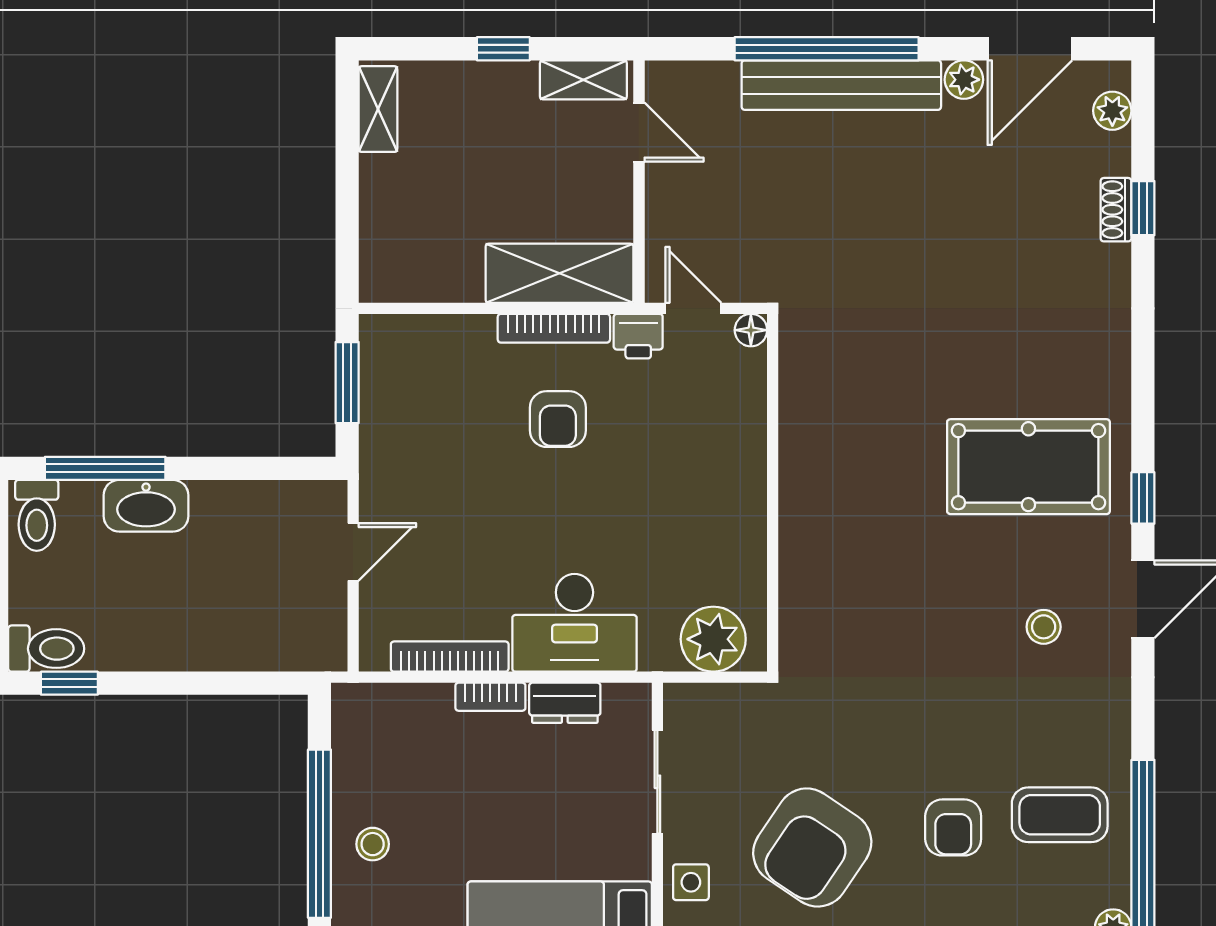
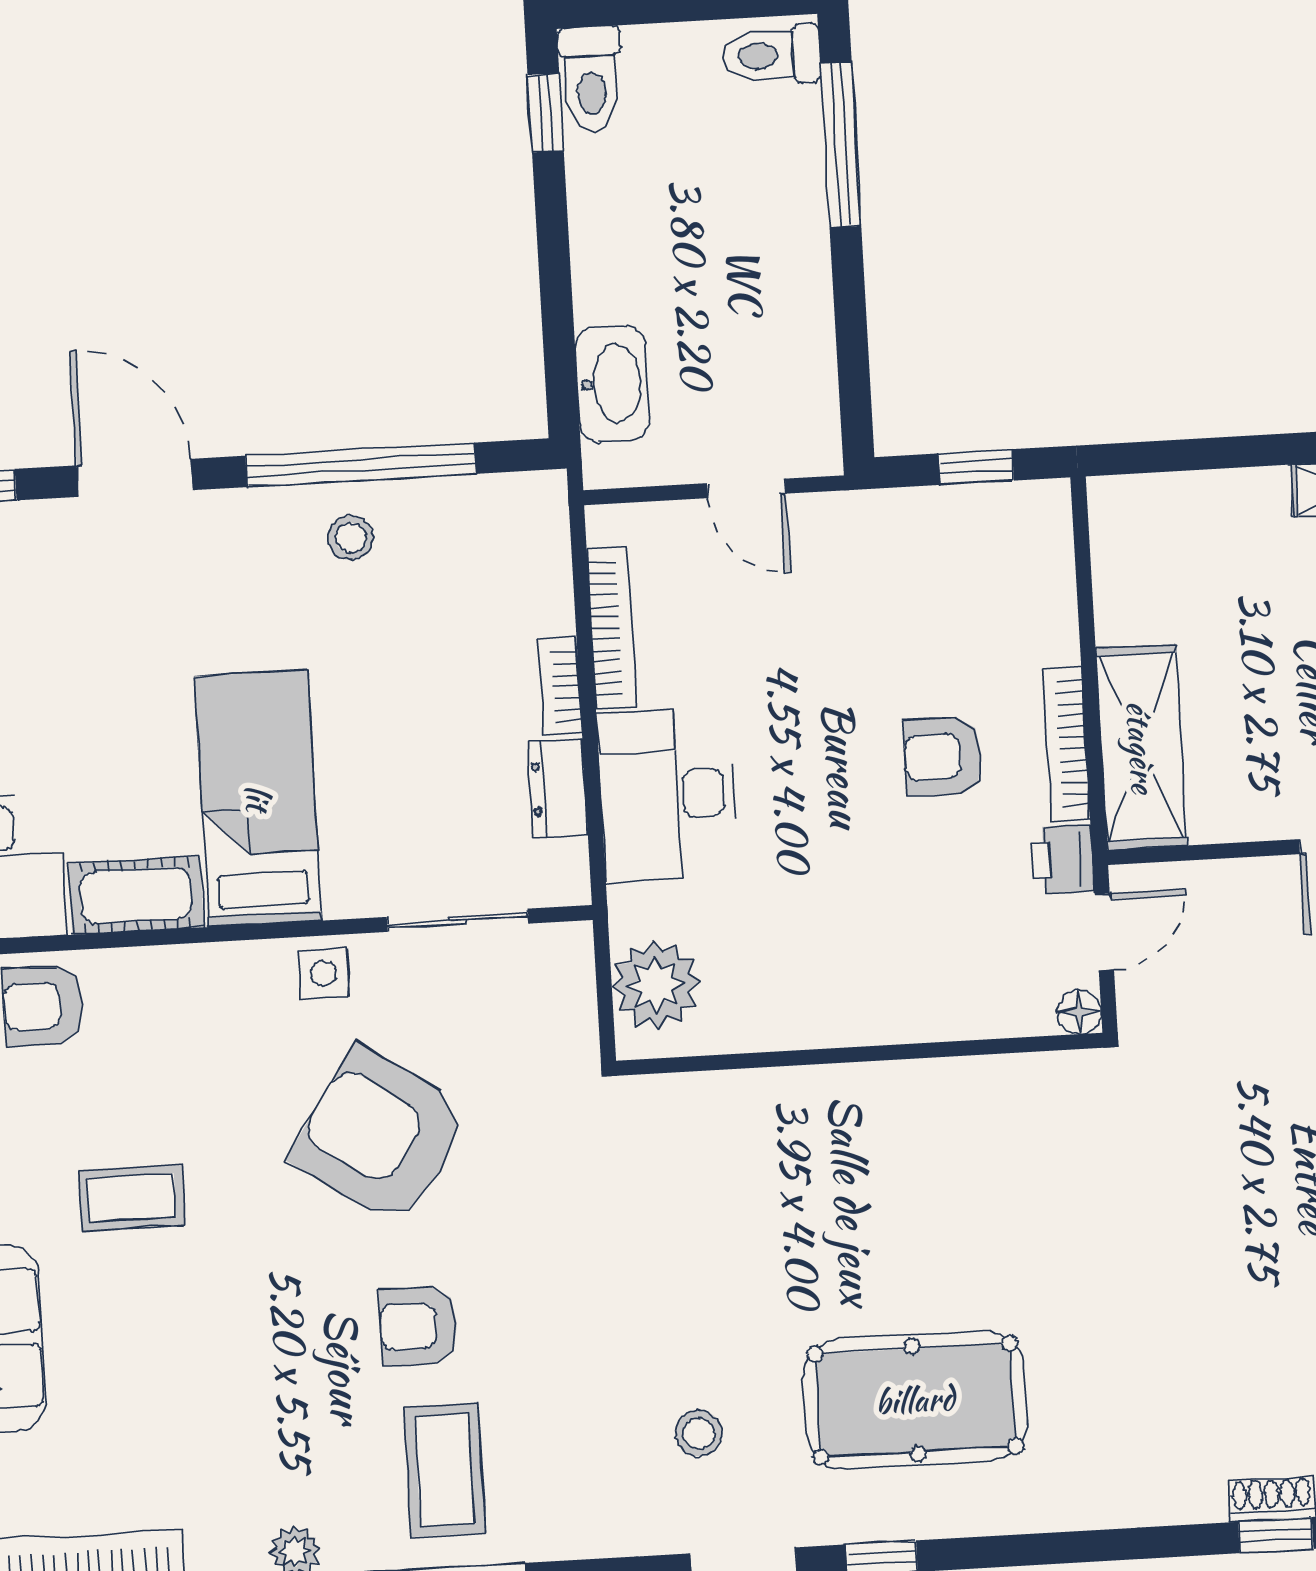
window: (347, 383) -> (976, 467), width x0.67
pool table: (1028, 467) -> (915, 1400), turned 90
washbasin: (146, 506) -> (612, 383), moved, turned 180

